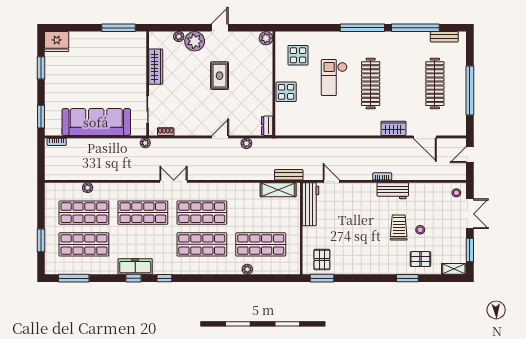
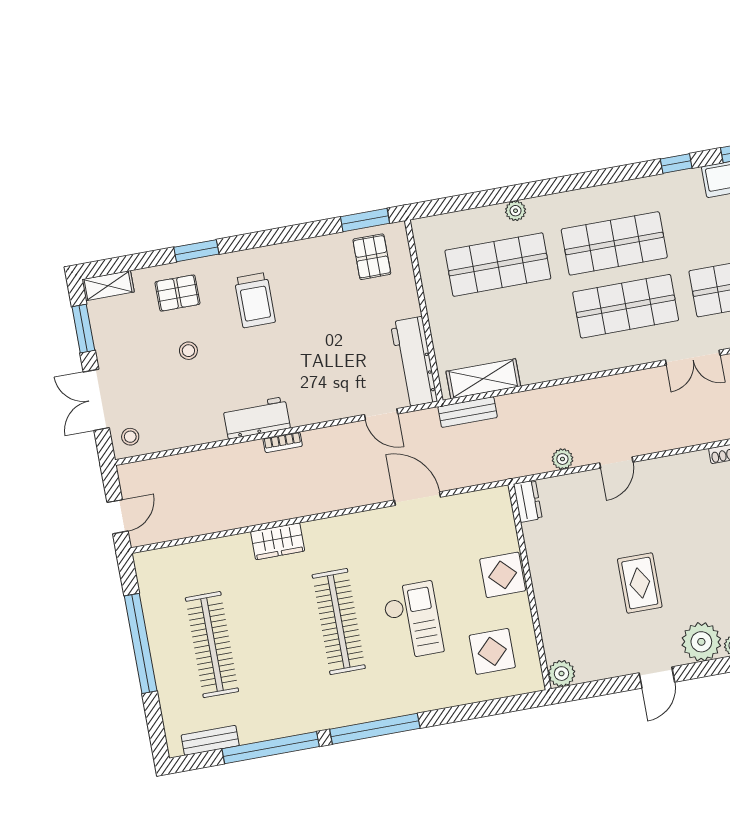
door: (425, 137) -> (417, 499), moved
trolley: (399, 228) -> (255, 300), moved

